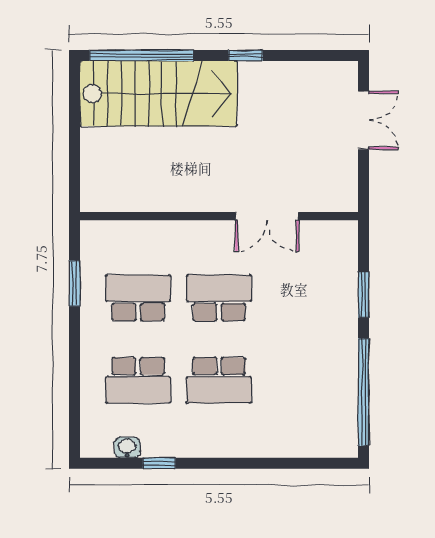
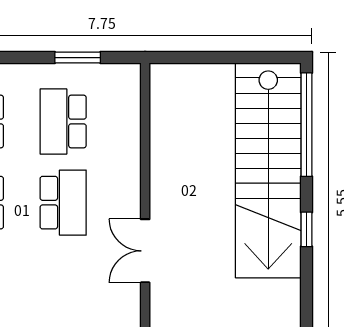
stairs: (158, 94) -> (268, 170), width x1.36
school desk: (138, 298) -> (63, 121), turned 180

